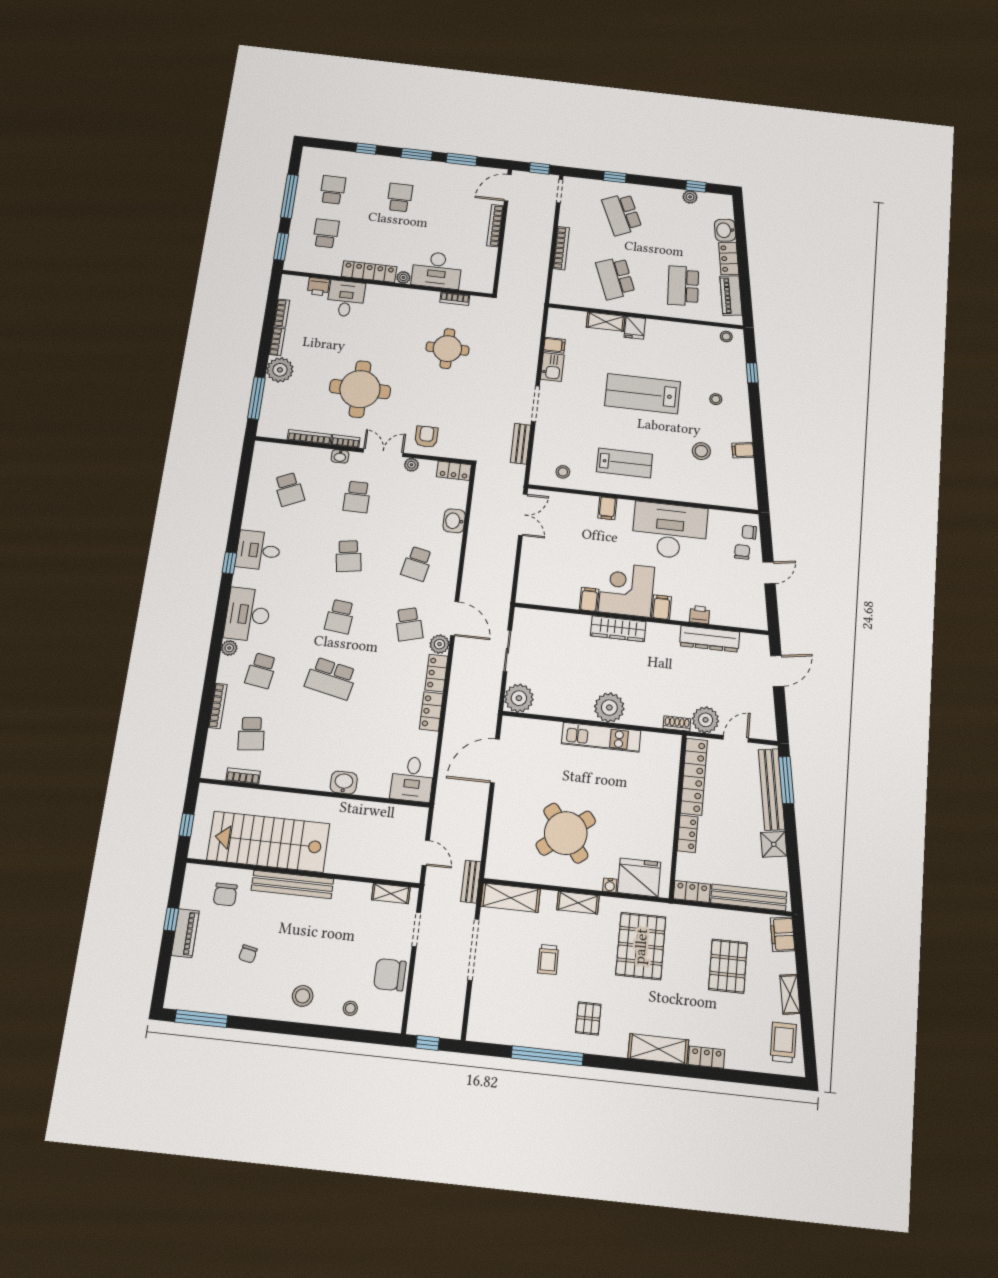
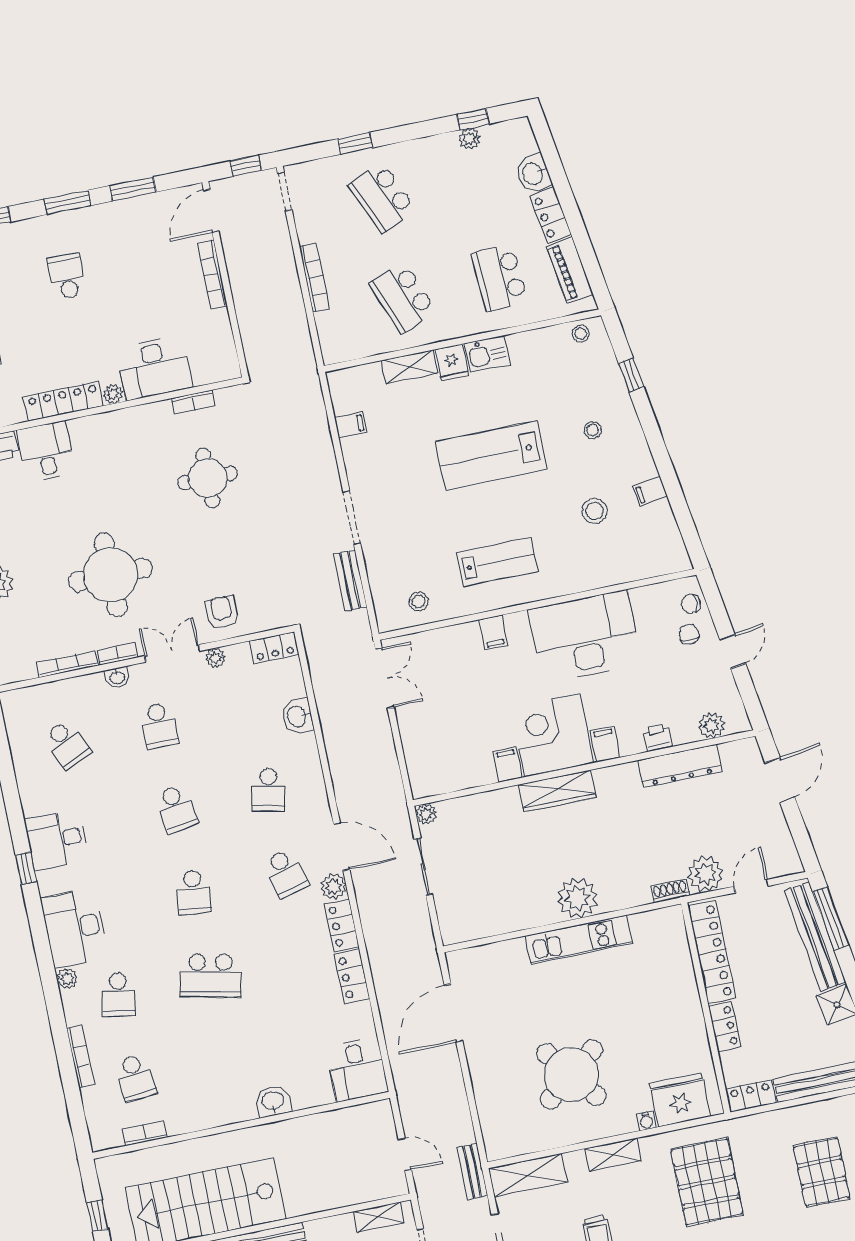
kitchen sink: (552, 367) -> (487, 354), moved, turned 90
plant: (740, 618) -> (711, 725), added
plant: (519, 698) -> (426, 814), moved, width x0.53, depth x0.53

